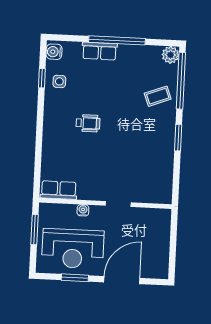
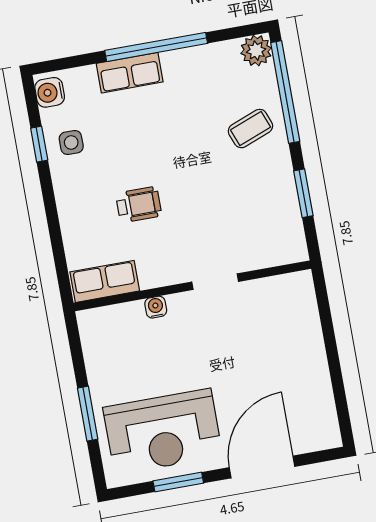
row of seats: (59, 190) -> (105, 281), moved
wall: (105, 203) -> (192, 286), moved
doorway: (118, 204) -> (215, 282), moved
water cooler: (83, 210) -> (156, 307), moved

